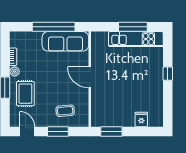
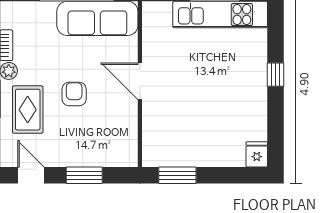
armchair: (52, 85) -> (74, 94), added
coffee table: (65, 111) -> (97, 139), removed
fridge: (141, 119) -> (257, 154), moved

